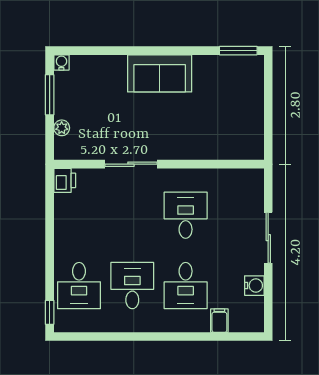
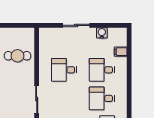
cafe table: (212, 128) -> (18, 56), added
desk: (186, 286) -> (102, 70), turned 180

